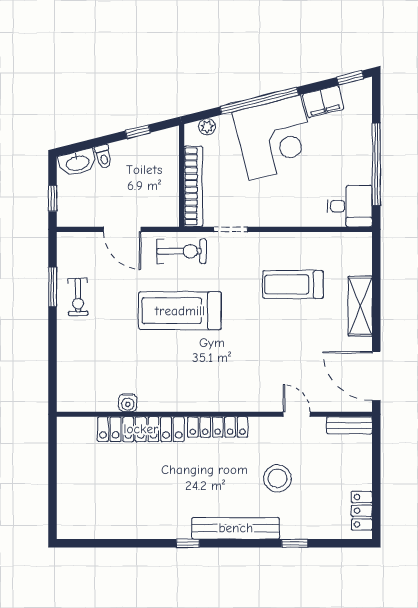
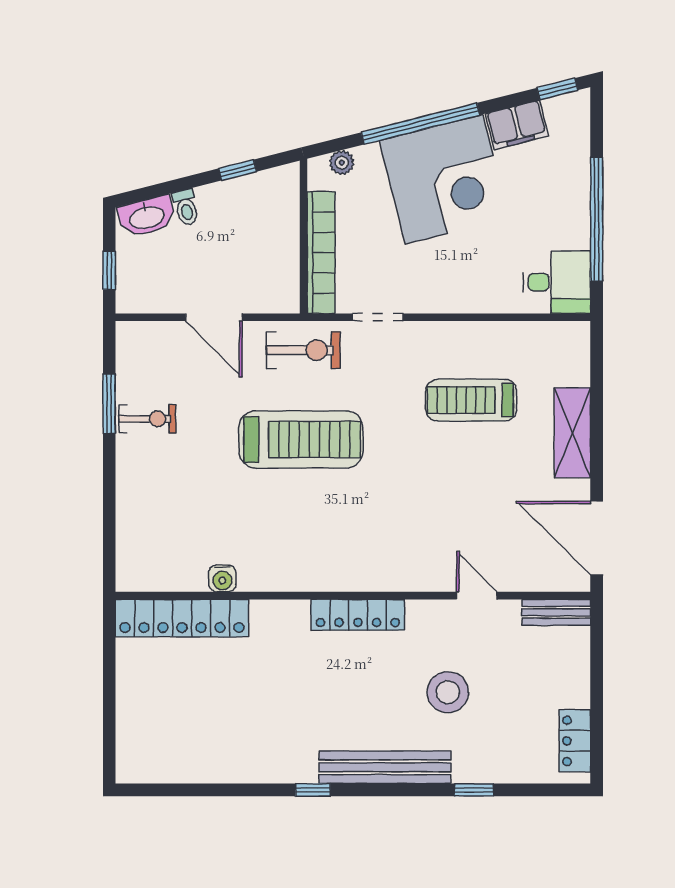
exercise bike: (78, 297) -> (147, 419), turned -89
treadmill: (180, 311) -> (301, 440), turned 180
locker: (141, 429) -> (182, 618), moved

